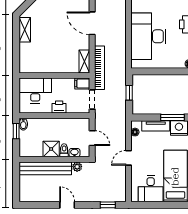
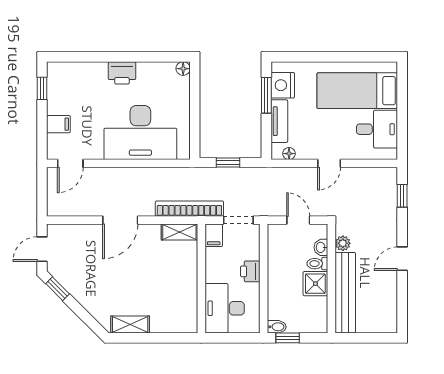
door: (92, 138) -> (298, 220), hinge flipped
door: (129, 158) -> (329, 163), hinge flipped

